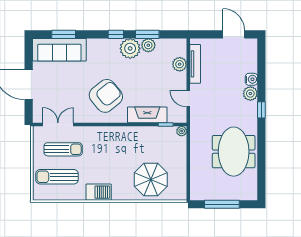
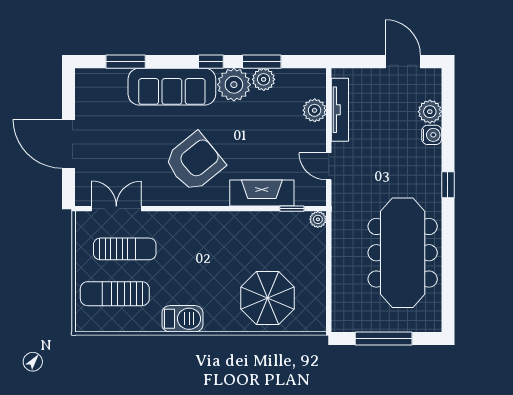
sofa: (59, 50) -> (172, 87), moved
plant: (250, 94) -> (430, 112), moved
meeting table: (234, 152) -> (403, 253), width x1.36

